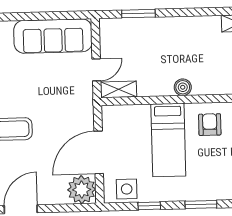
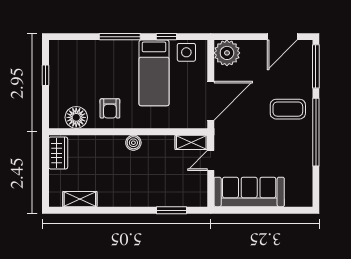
bed: (168, 140) -> (154, 73), moved, turned 180
door: (99, 152) -> (211, 101), moved
window: (201, 204) -> (120, 37), width x1.44

